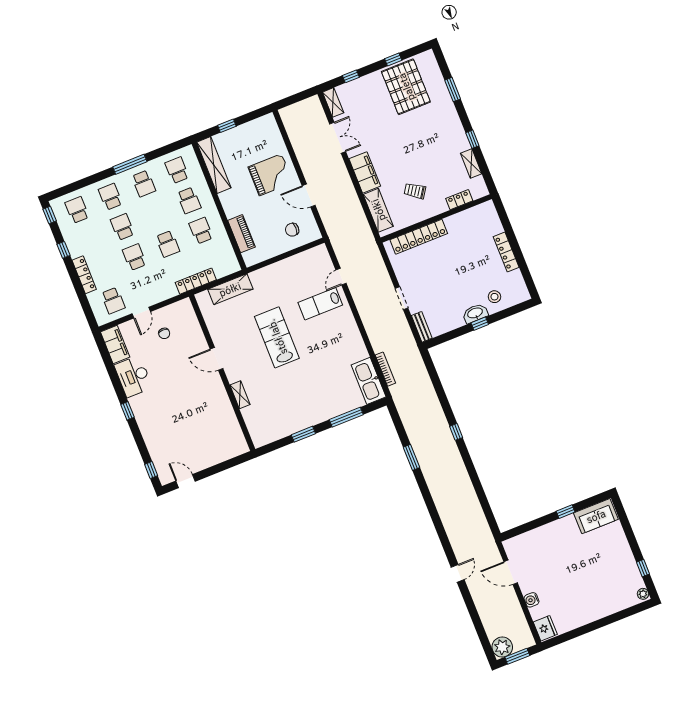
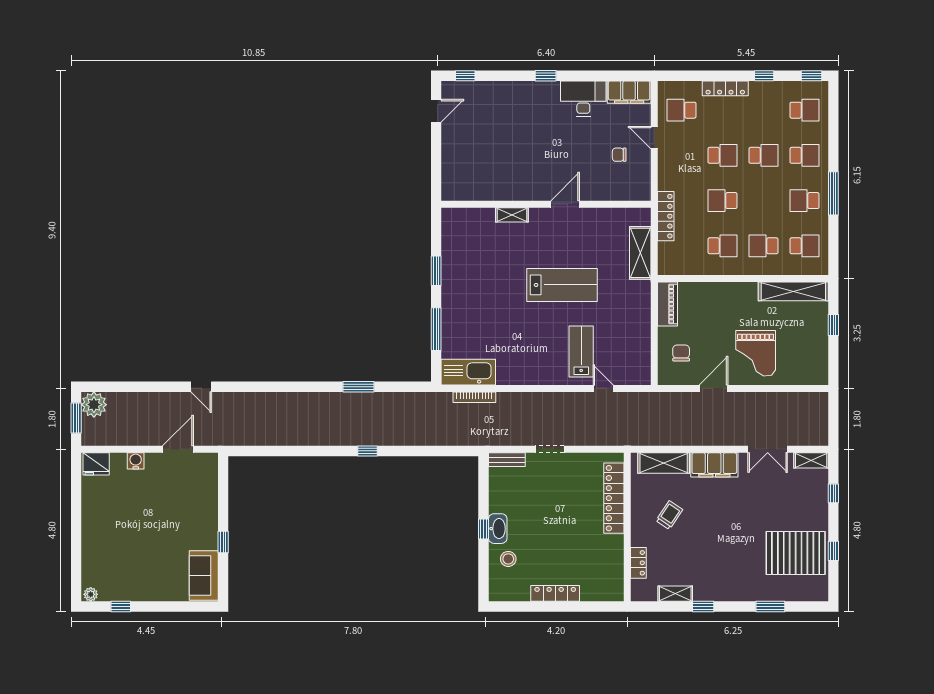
piano: (241, 234) -> (668, 304), moved, turned -90

